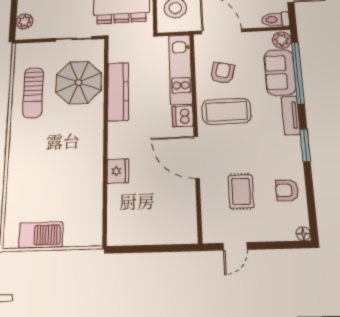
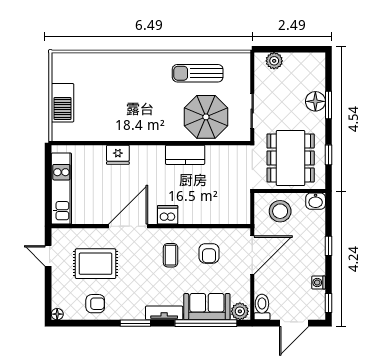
kitchen unit: (180, 69) -> (61, 189), moved, turned 90
armchair: (222, 73) -> (209, 253), turned 77
kitchen counter: (118, 92) -> (185, 155), width x0.67
coffee table: (226, 111) -> (171, 255), width x0.54, depth x0.58
armchair: (287, 190) -> (95, 304), turned 90
rug: (241, 191) -> (96, 264), width x1.36, depth x1.43
barbecue: (41, 235) -> (63, 103), moved

